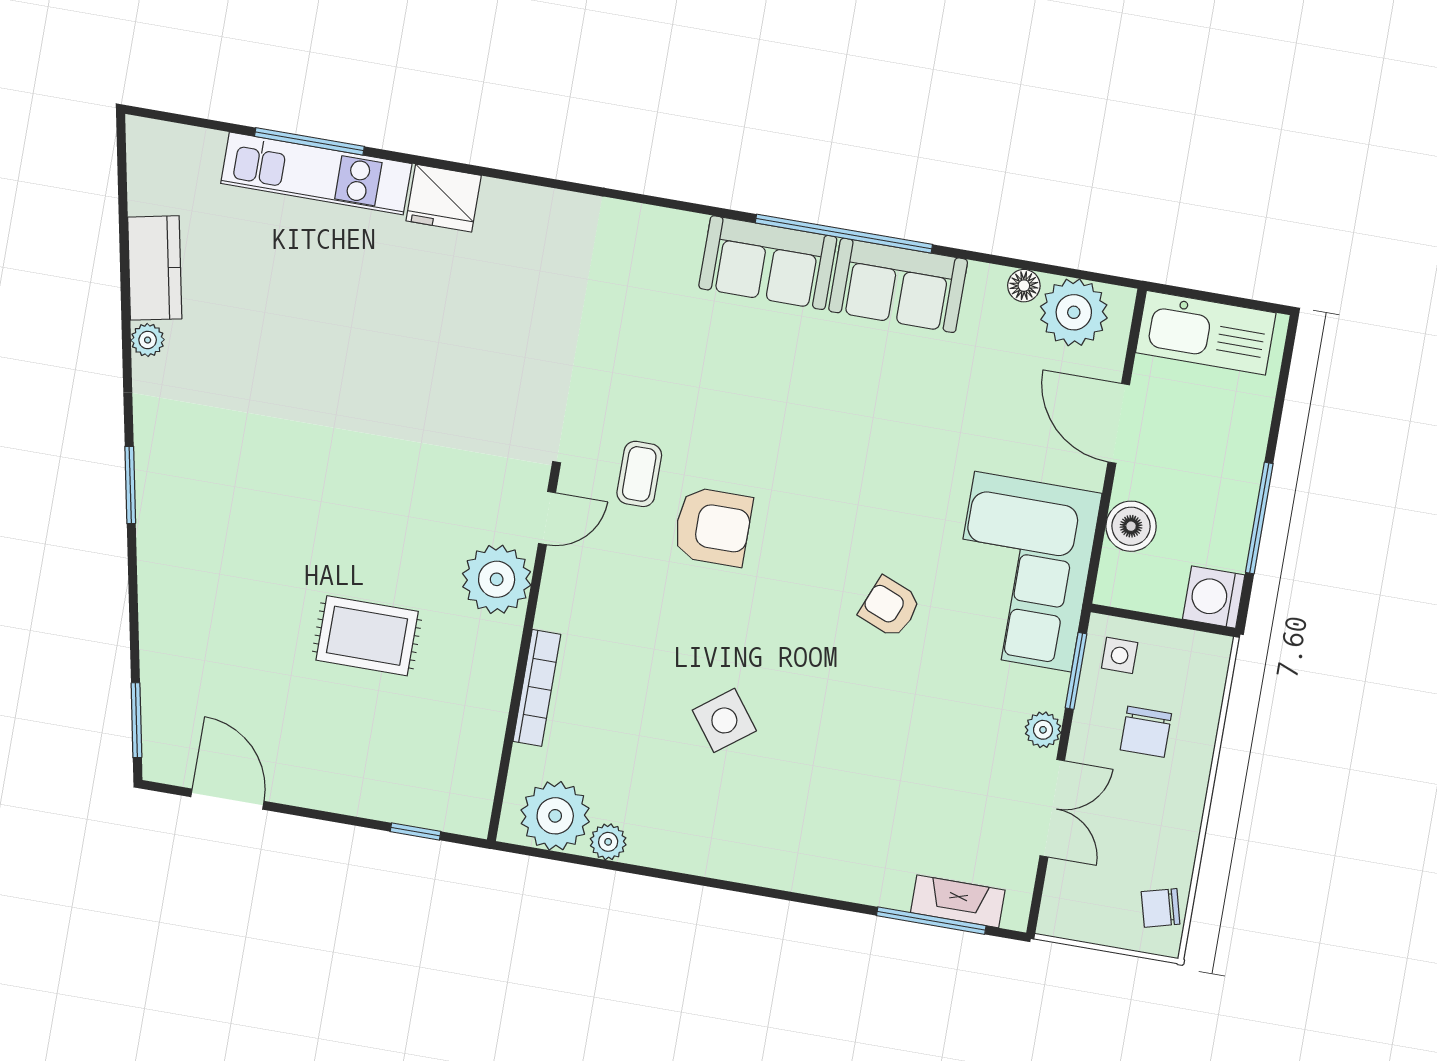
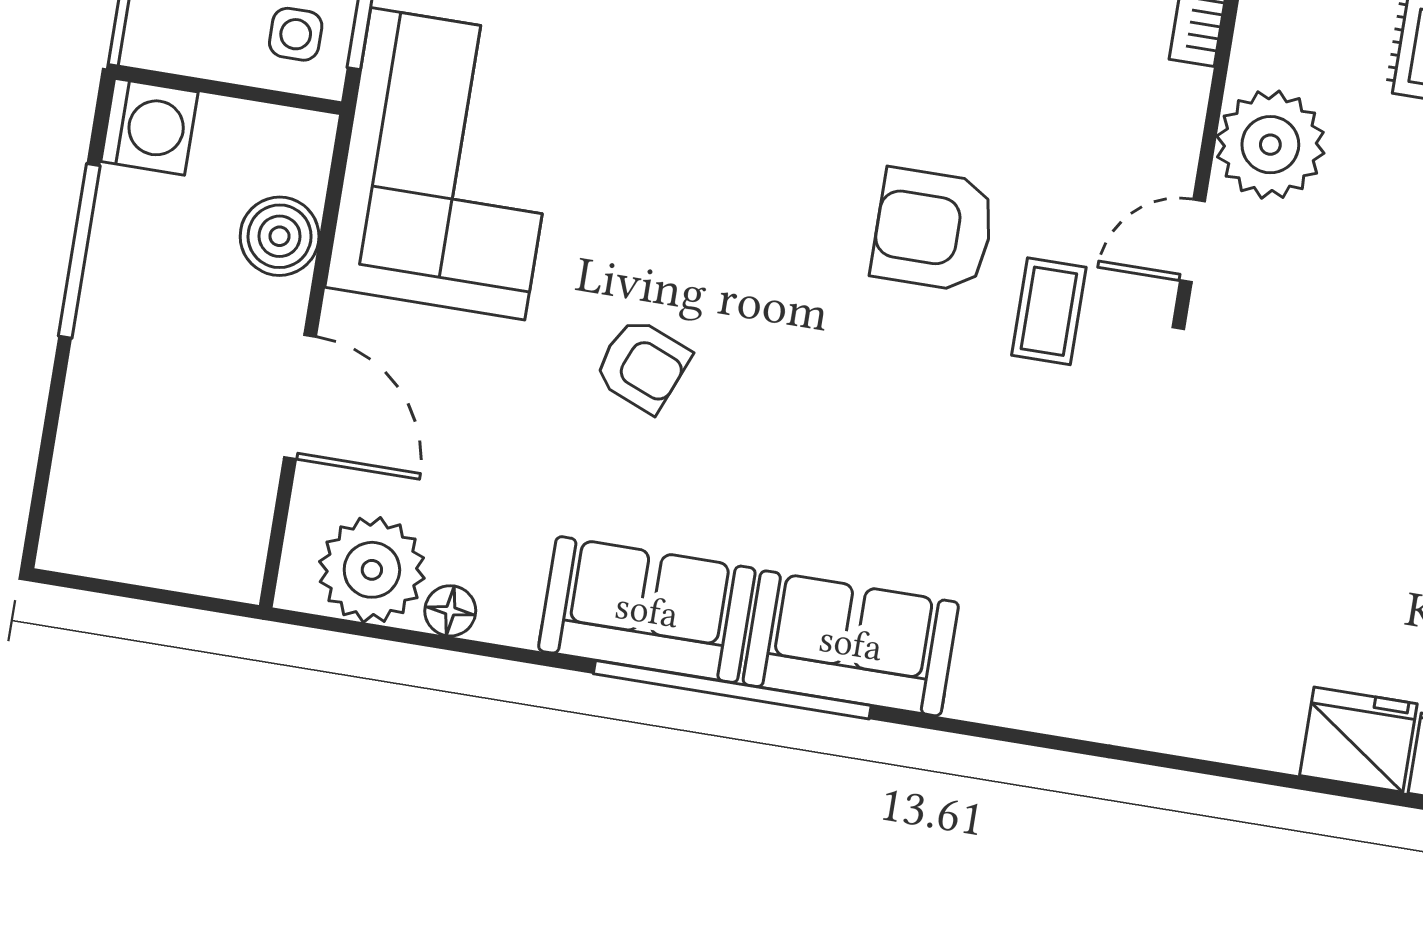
kitchen sink: (1206, 333) -> (165, 540), removed
armchair: (890, 607) -> (642, 365), moved

